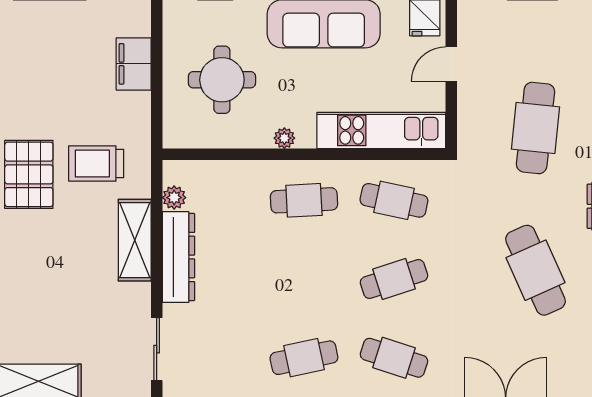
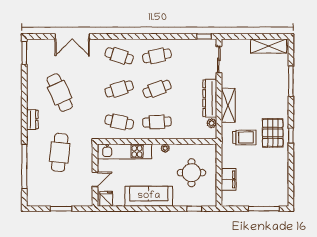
cafe table: (304, 279) -> (157, 89), added

